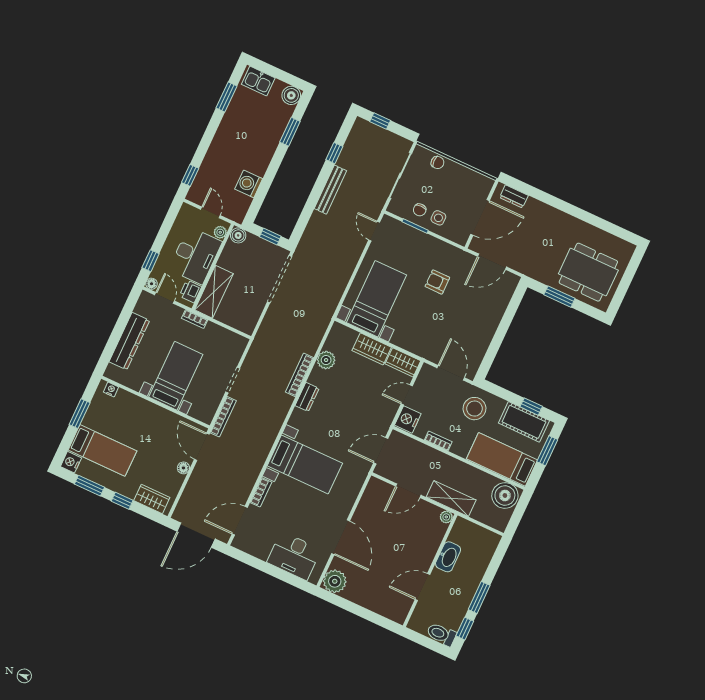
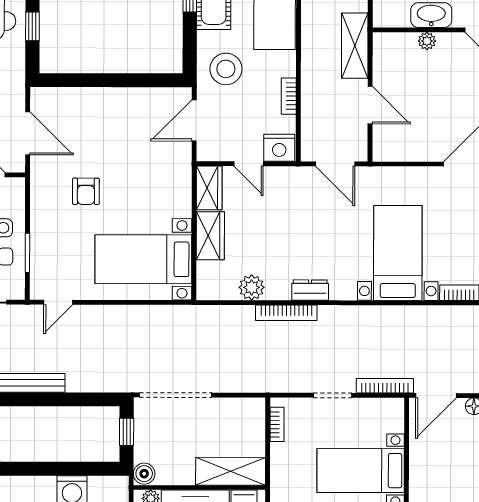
window: (559, 297) -> (32, 26), width x0.67
bookcase: (195, 319) -> (277, 424), moved
plant: (446, 517) -> (427, 41), moved

